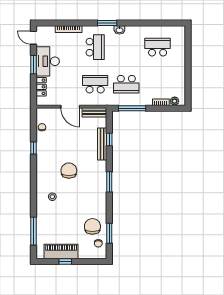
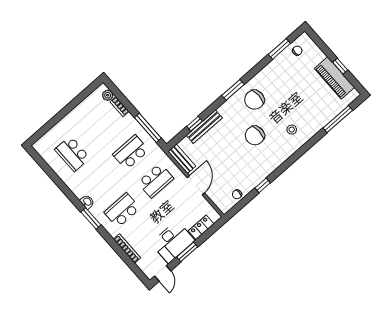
school desk: (95, 84) -> (156, 181), turned -90
school desk: (126, 84) -> (131, 152), turned -90
chair: (92, 226) -> (254, 100), moved

